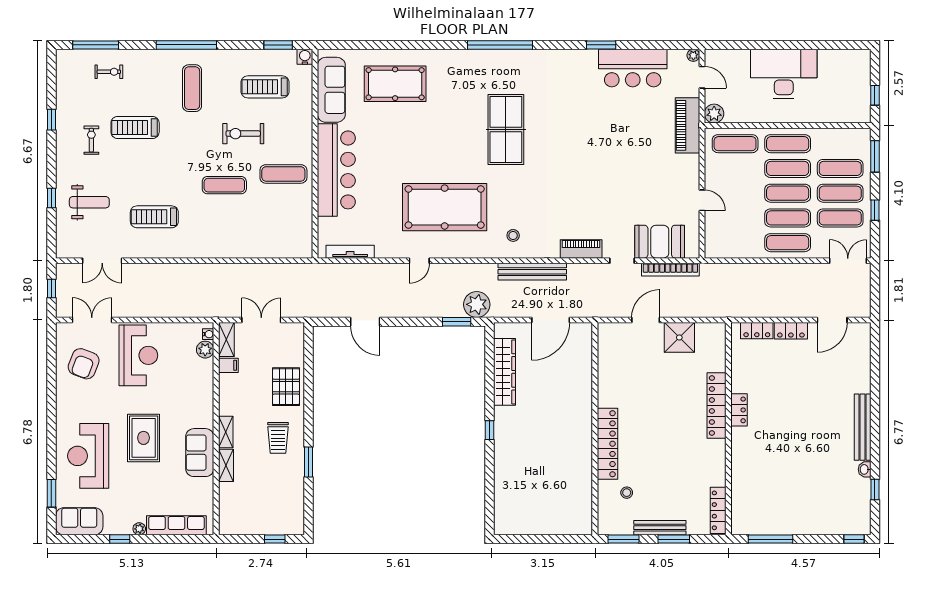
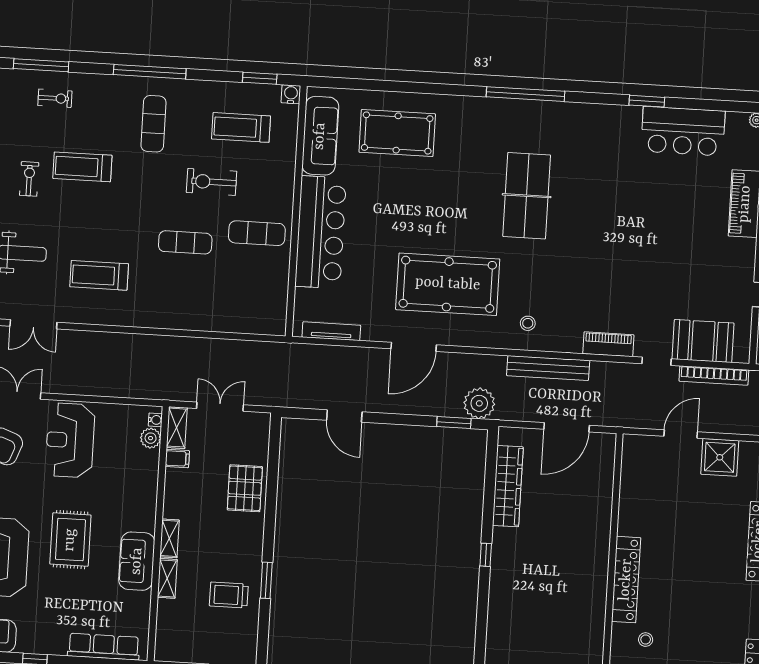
door: (419, 261) -> (414, 347), width x1.88
reception desk: (138, 355) -> (70, 440), turned 180
trolley: (278, 438) -> (229, 595), moved, turned 90
plant: (139, 529) -> (59, 648), removed

